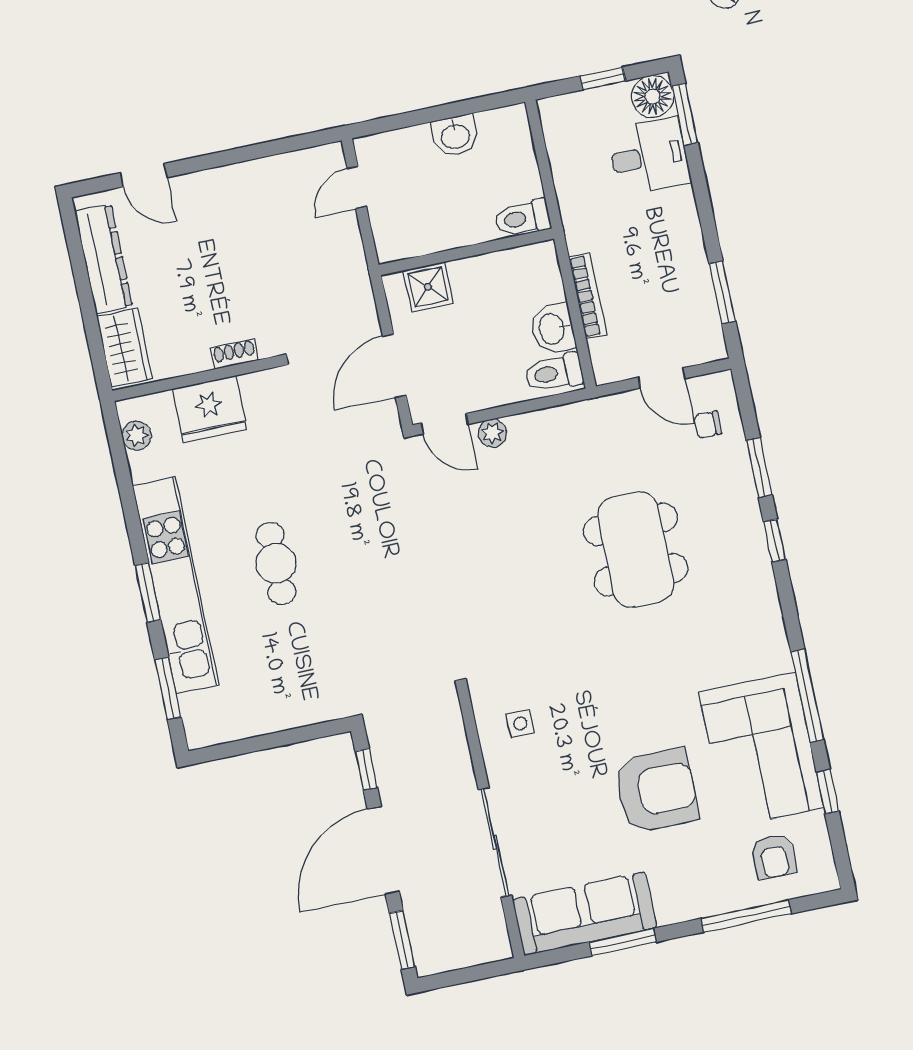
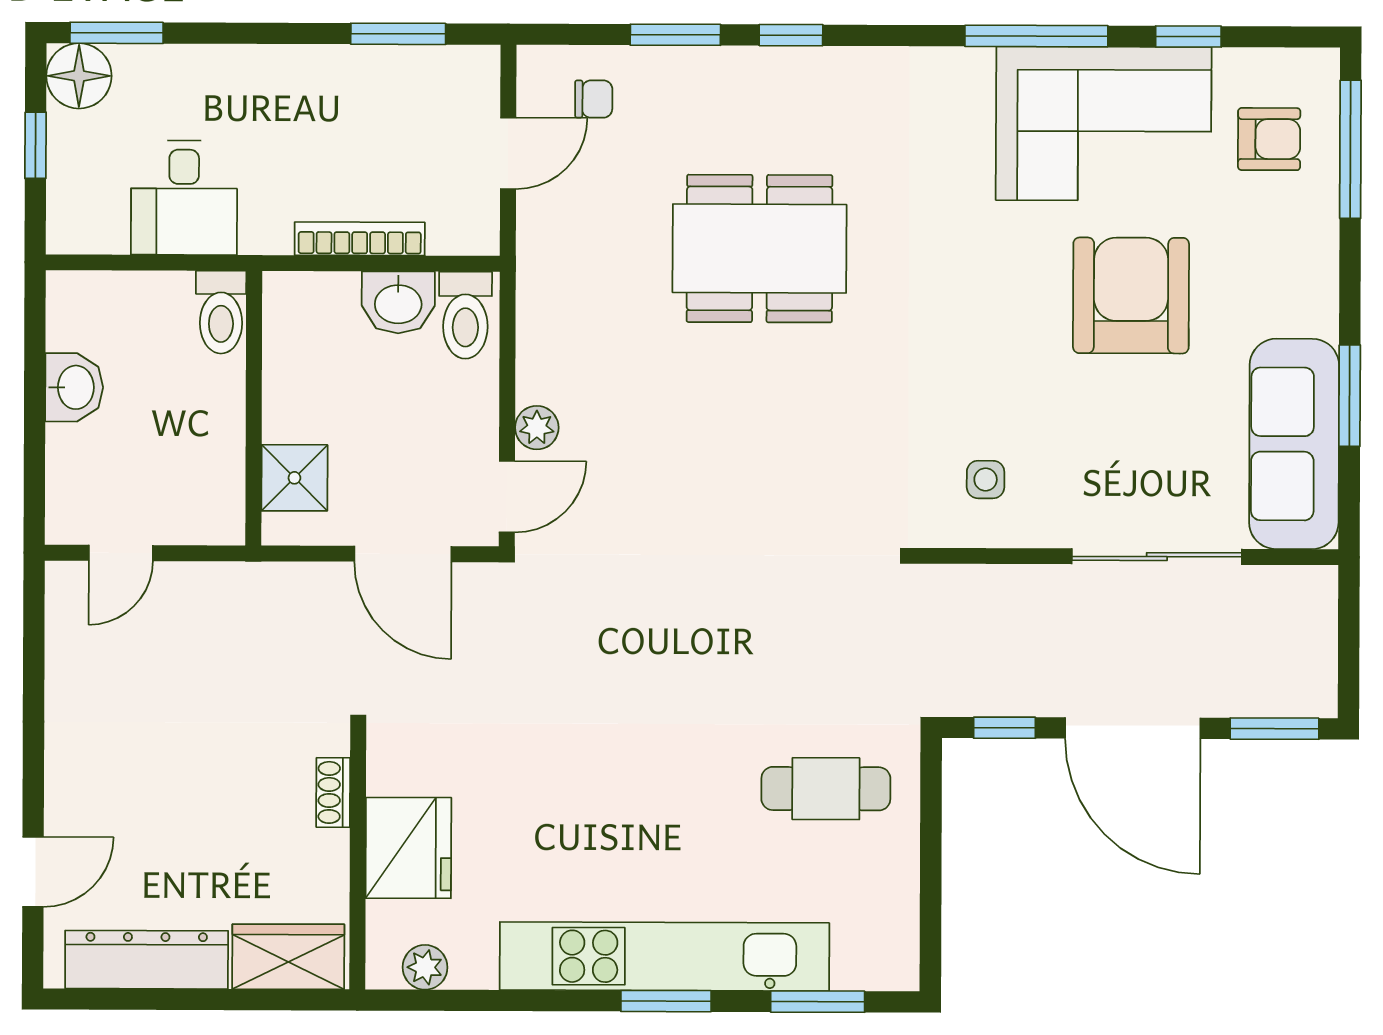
desk: (649, 157) -> (184, 198), moved, turned 180
door: (357, 187) -> (121, 553), hinge flipped
chair: (708, 425) -> (594, 99), turned -90
cafe table: (276, 563) -> (826, 789), moved
window: (746, 916) -> (1350, 149), moved

